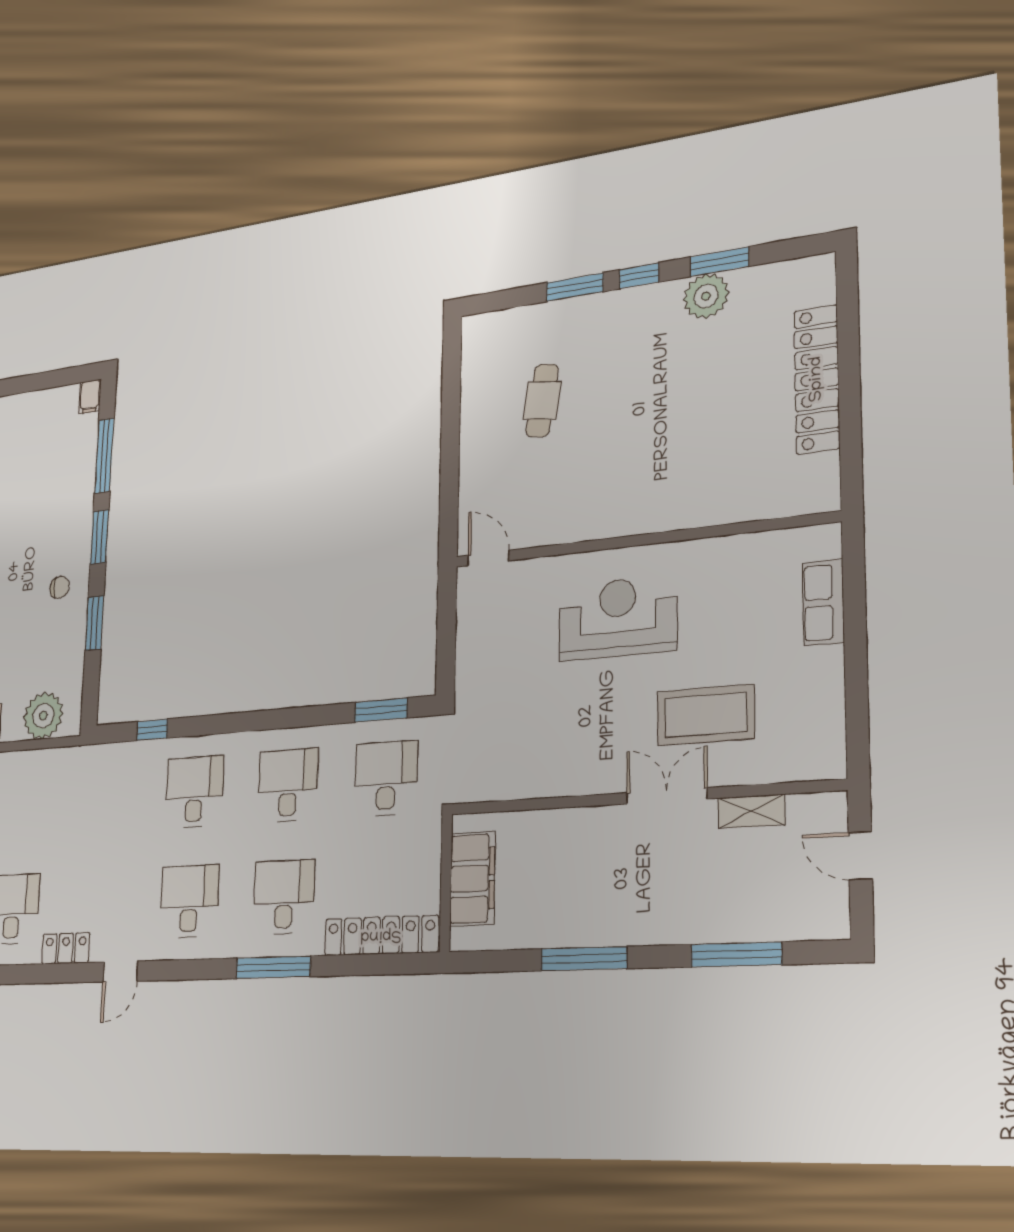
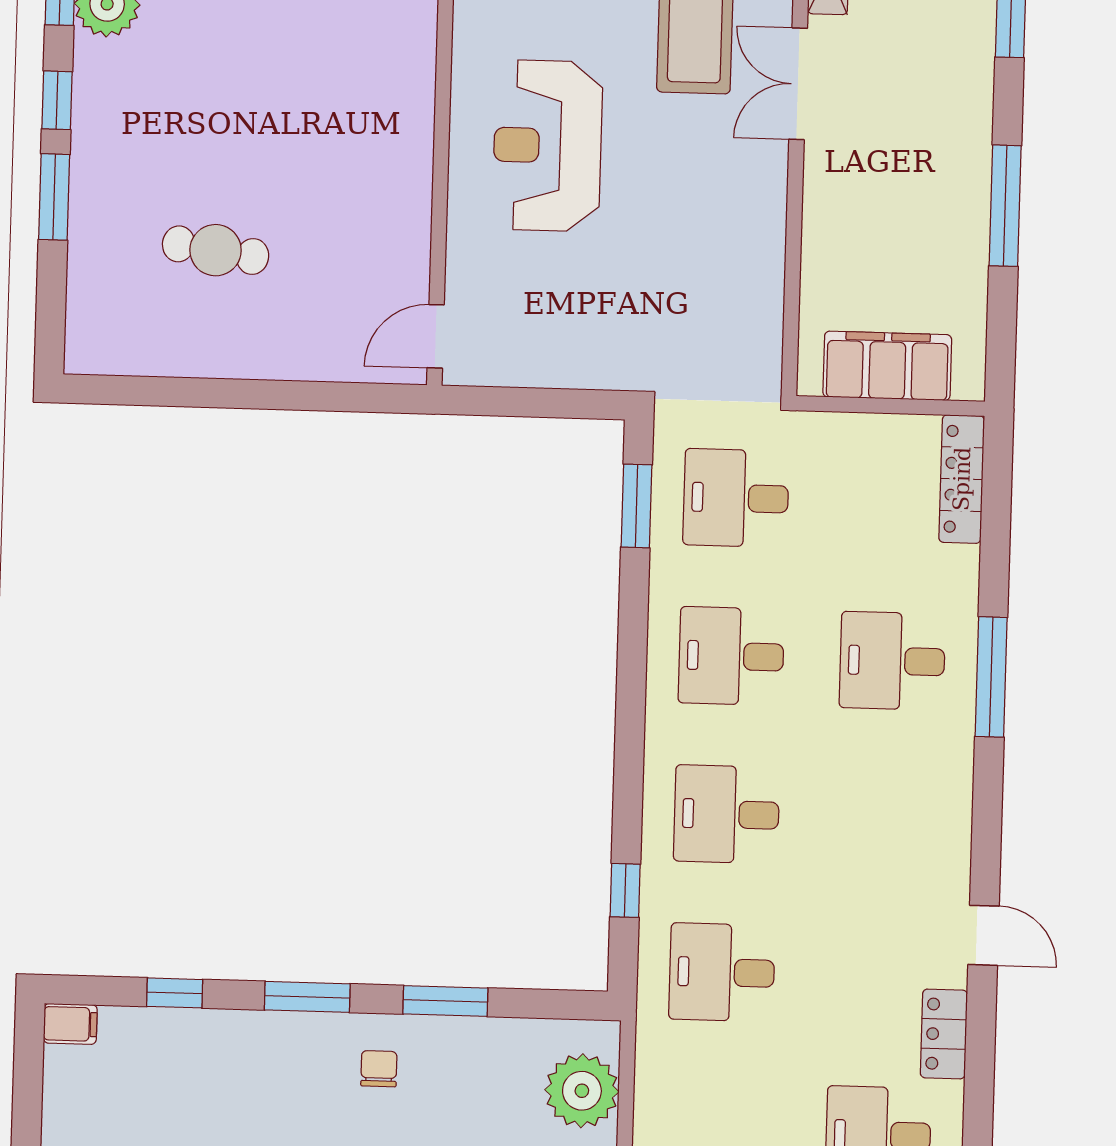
window: (104, 456) -> (175, 993), width x0.46
desk: (189, 901) -> (722, 972), moved
locker: (381, 935) -> (962, 479), width x0.71, depth x0.83

